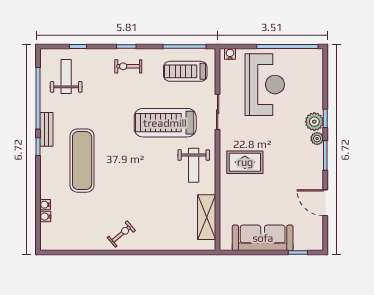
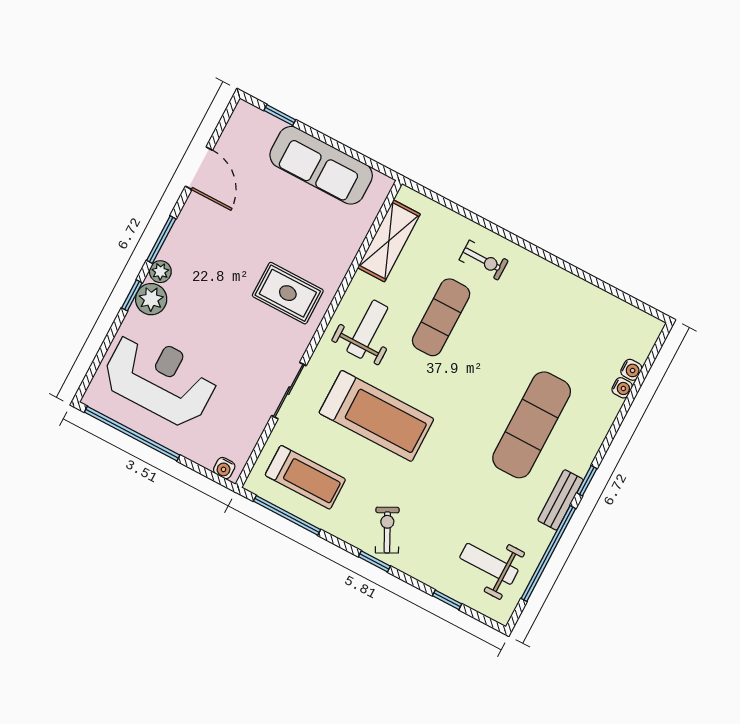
exercise bike: (128, 66) -> (387, 530), turned -117
weight bench: (66, 77) -> (489, 564), turned 90
reception desk: (265, 85) -> (160, 379), moved, turned 90
exercise mat: (159, 192) -> (441, 317), added
exercise bike: (121, 234) -> (484, 260), moved, turned -140

